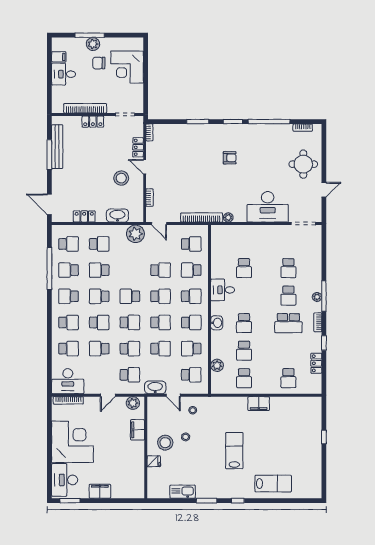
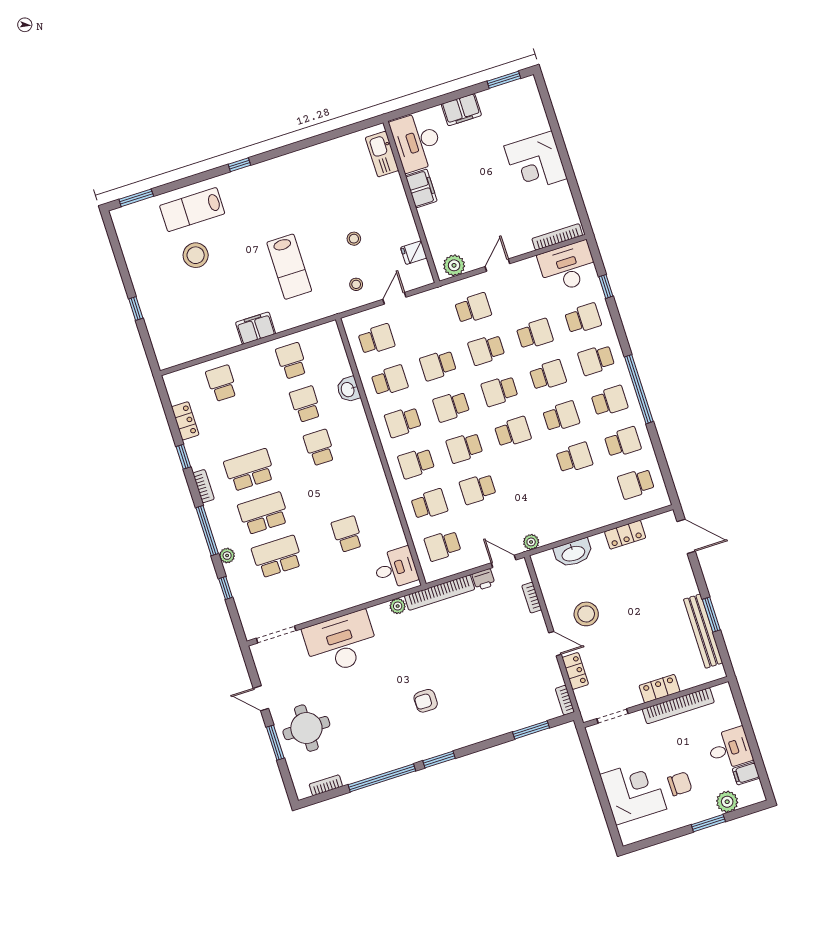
window: (90, 35) -> (708, 823), width x0.69
plant: (93, 44) -> (727, 802), moved
window: (198, 122) -> (531, 730), moved
window: (49, 155) -> (711, 615), width x0.69
window: (324, 162) -> (275, 743), added
door: (324, 190) -> (261, 698), hinge flipped
printer: (174, 217) -> (484, 579), added
plant: (135, 234) -> (531, 542), width x0.53, depth x0.53
school desk: (99, 244) -> (588, 499), removed
window: (324, 260) -> (226, 588), added
window: (49, 268) -> (639, 389), moved
school desk: (288, 268) -> (277, 557), width x1.85
desk: (223, 290) -> (395, 568), moved
school desk: (288, 296) -> (263, 513), width x1.85
plant: (317, 297) -> (227, 556), moved
school desk: (99, 322) -> (548, 375), turned 180
washbasin: (217, 323) -> (348, 389), moved
school desk: (68, 349) -> (583, 319), turned 180
window: (49, 363) -> (606, 286), added
plant: (217, 365) -> (341, 367), removed
school desk: (130, 375) -> (473, 308), turned 180
school desk: (191, 375) -> (376, 339), turned 180
washbasin: (155, 387) -> (427, 301), removed
door: (173, 395) -> (394, 298), hinge flipped
filing cabinet: (138, 430) -> (421, 188), moved
corner desk: (72, 442) -> (536, 162), width x0.74, depth x0.74
stool: (165, 443) -> (196, 255), moved
lab bench: (234, 451) -> (289, 267), moved
fridge: (154, 461) -> (414, 253), moved
desk: (65, 480) -> (417, 142), moved, turned 180
kitchen sink: (183, 492) -> (382, 154), moved, turned 90
window: (207, 501) -> (136, 198), moved

